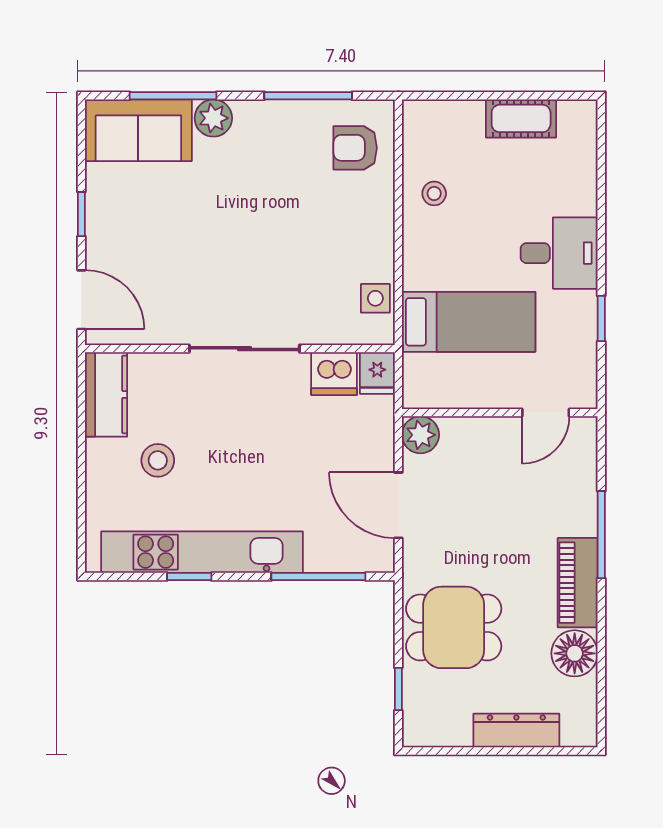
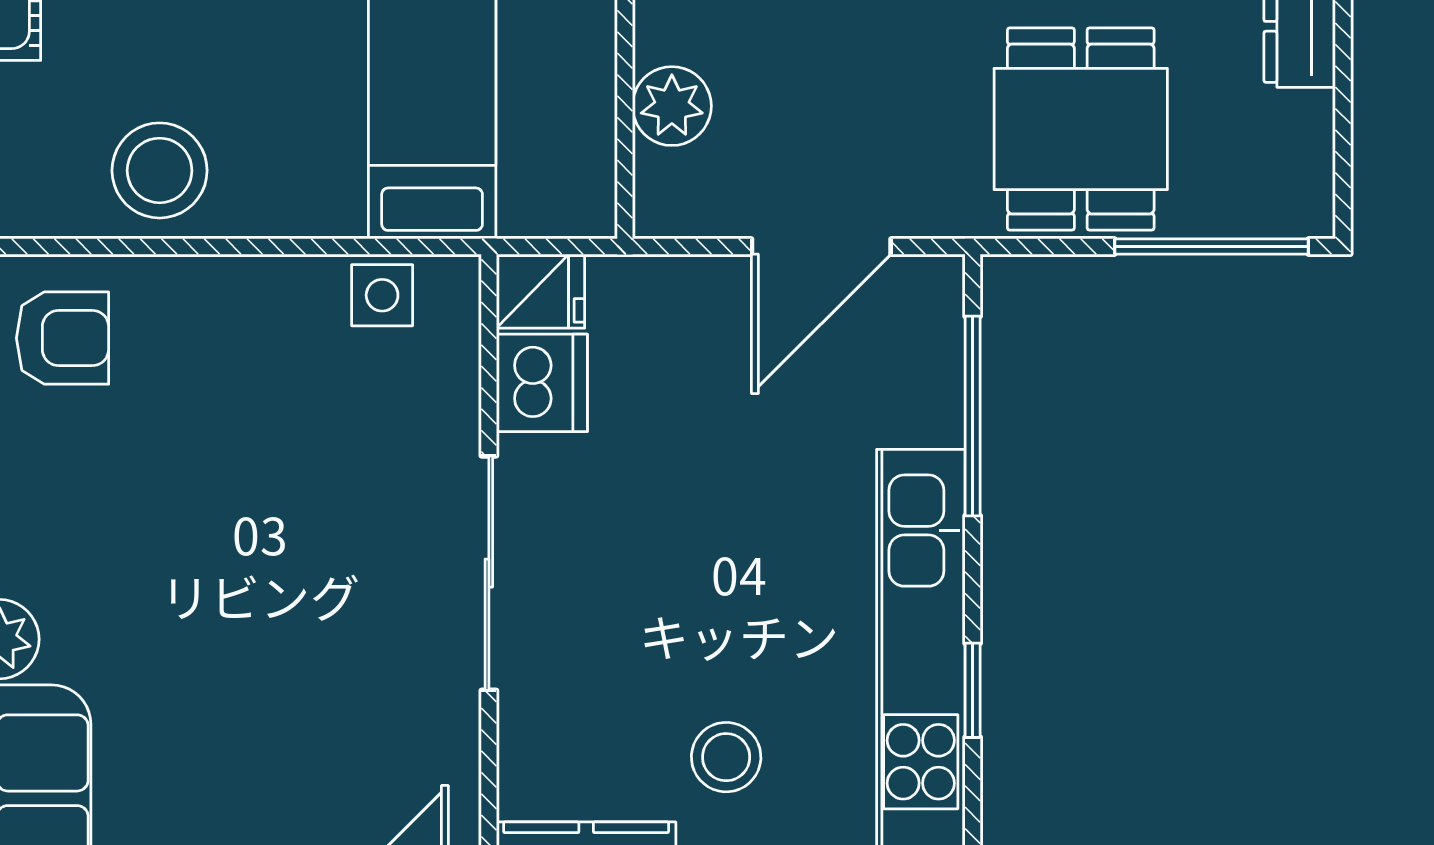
armchair: (355, 148) -> (63, 338), turned -90
stool: (434, 193) -> (160, 170), width x1.89, depth x1.89
plant: (420, 435) -> (672, 106), moved
window: (398, 689) -> (1211, 247), width x2.17

